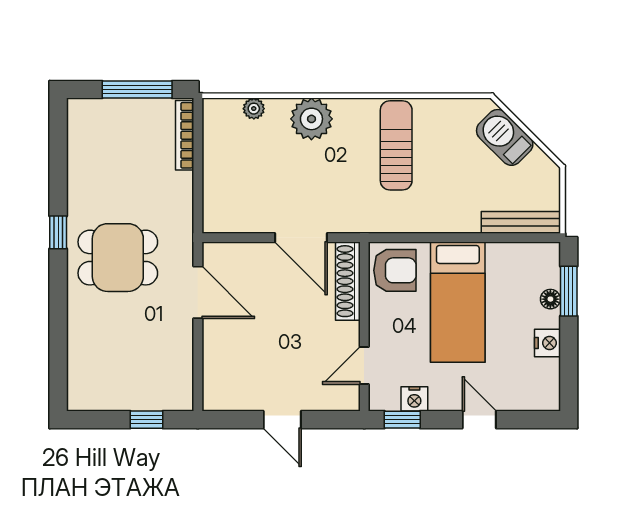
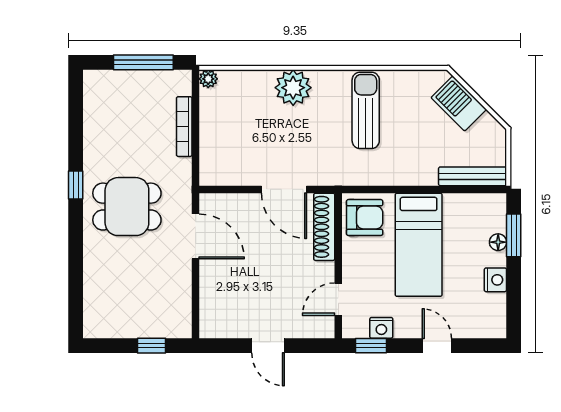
plant: (254, 109) -> (208, 79), moved
bookcase: (185, 135) -> (184, 127), moved

